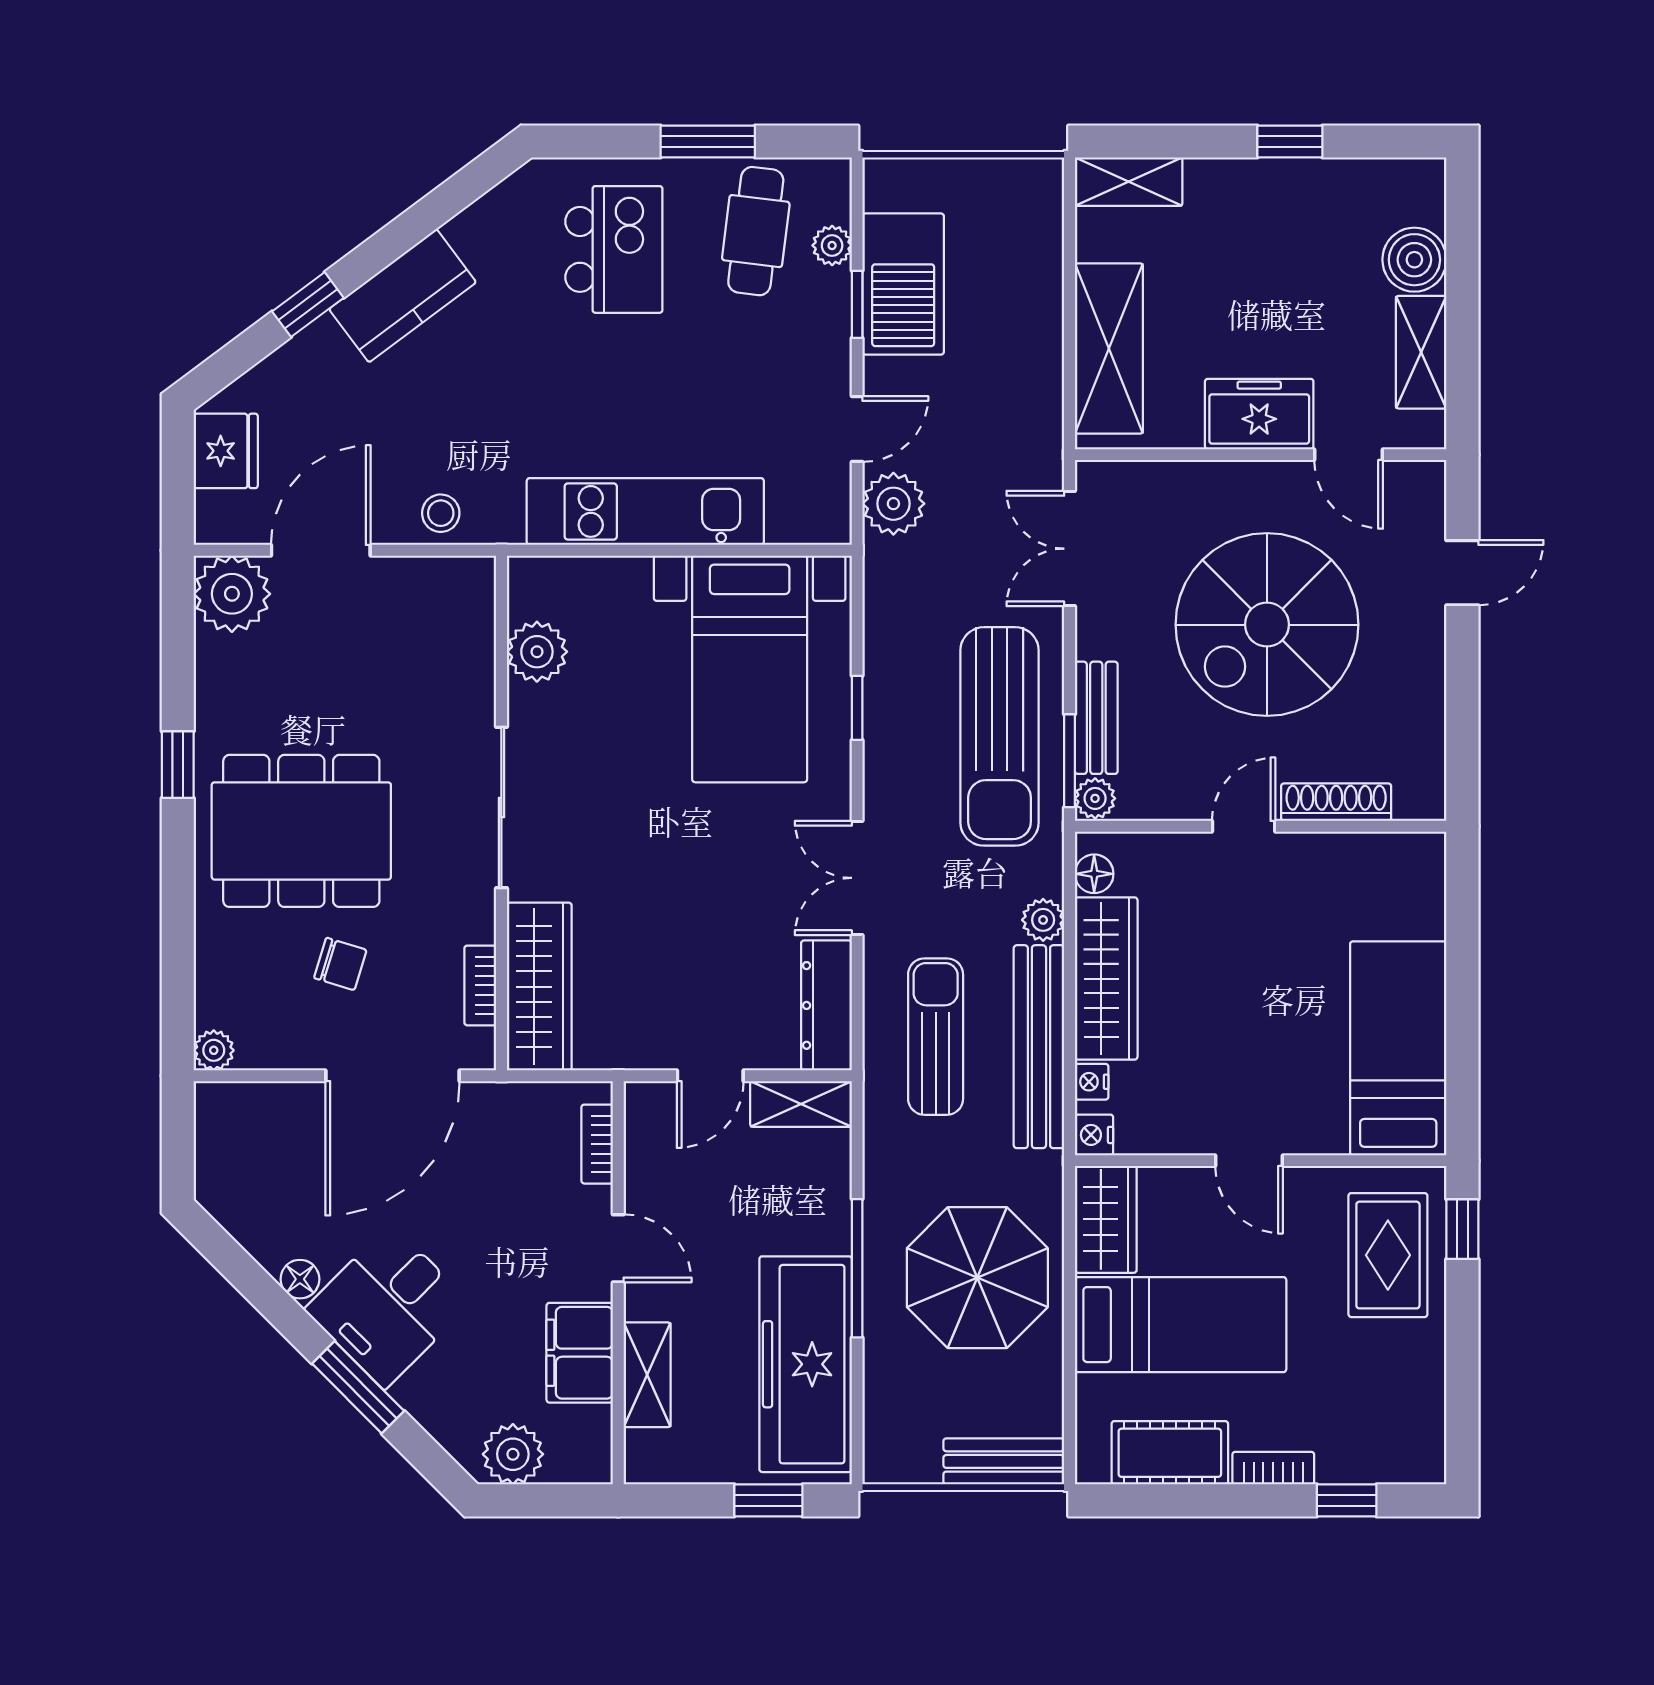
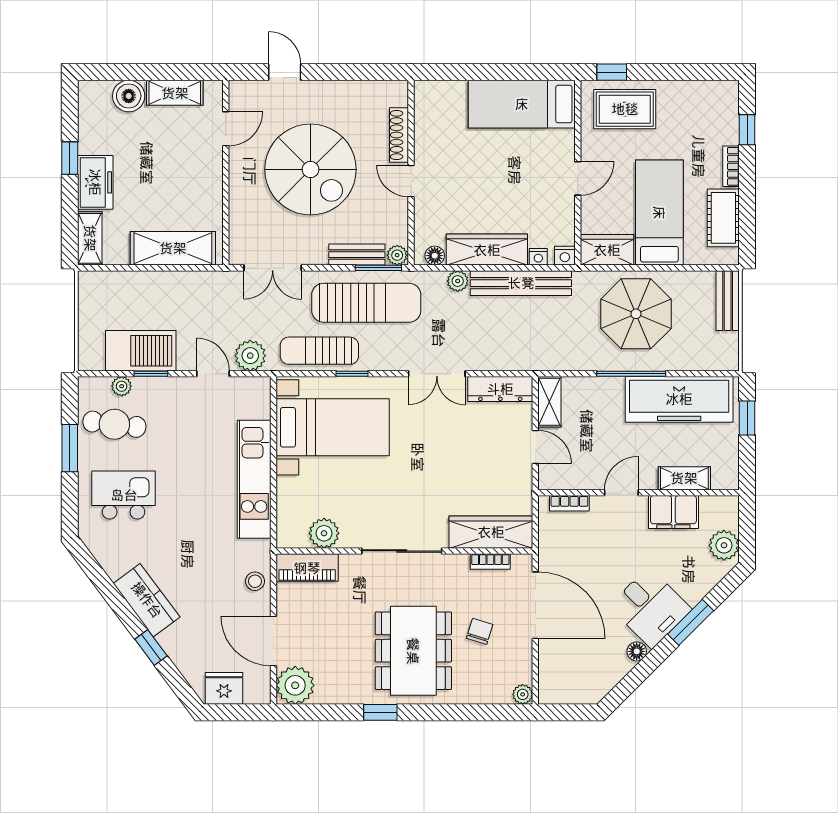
freezer: (1259, 414) -> (95, 182), moved, turned 180
piano: (468, 618) -> (307, 568), added
sun lounger: (936, 1037) -> (319, 351), moved

